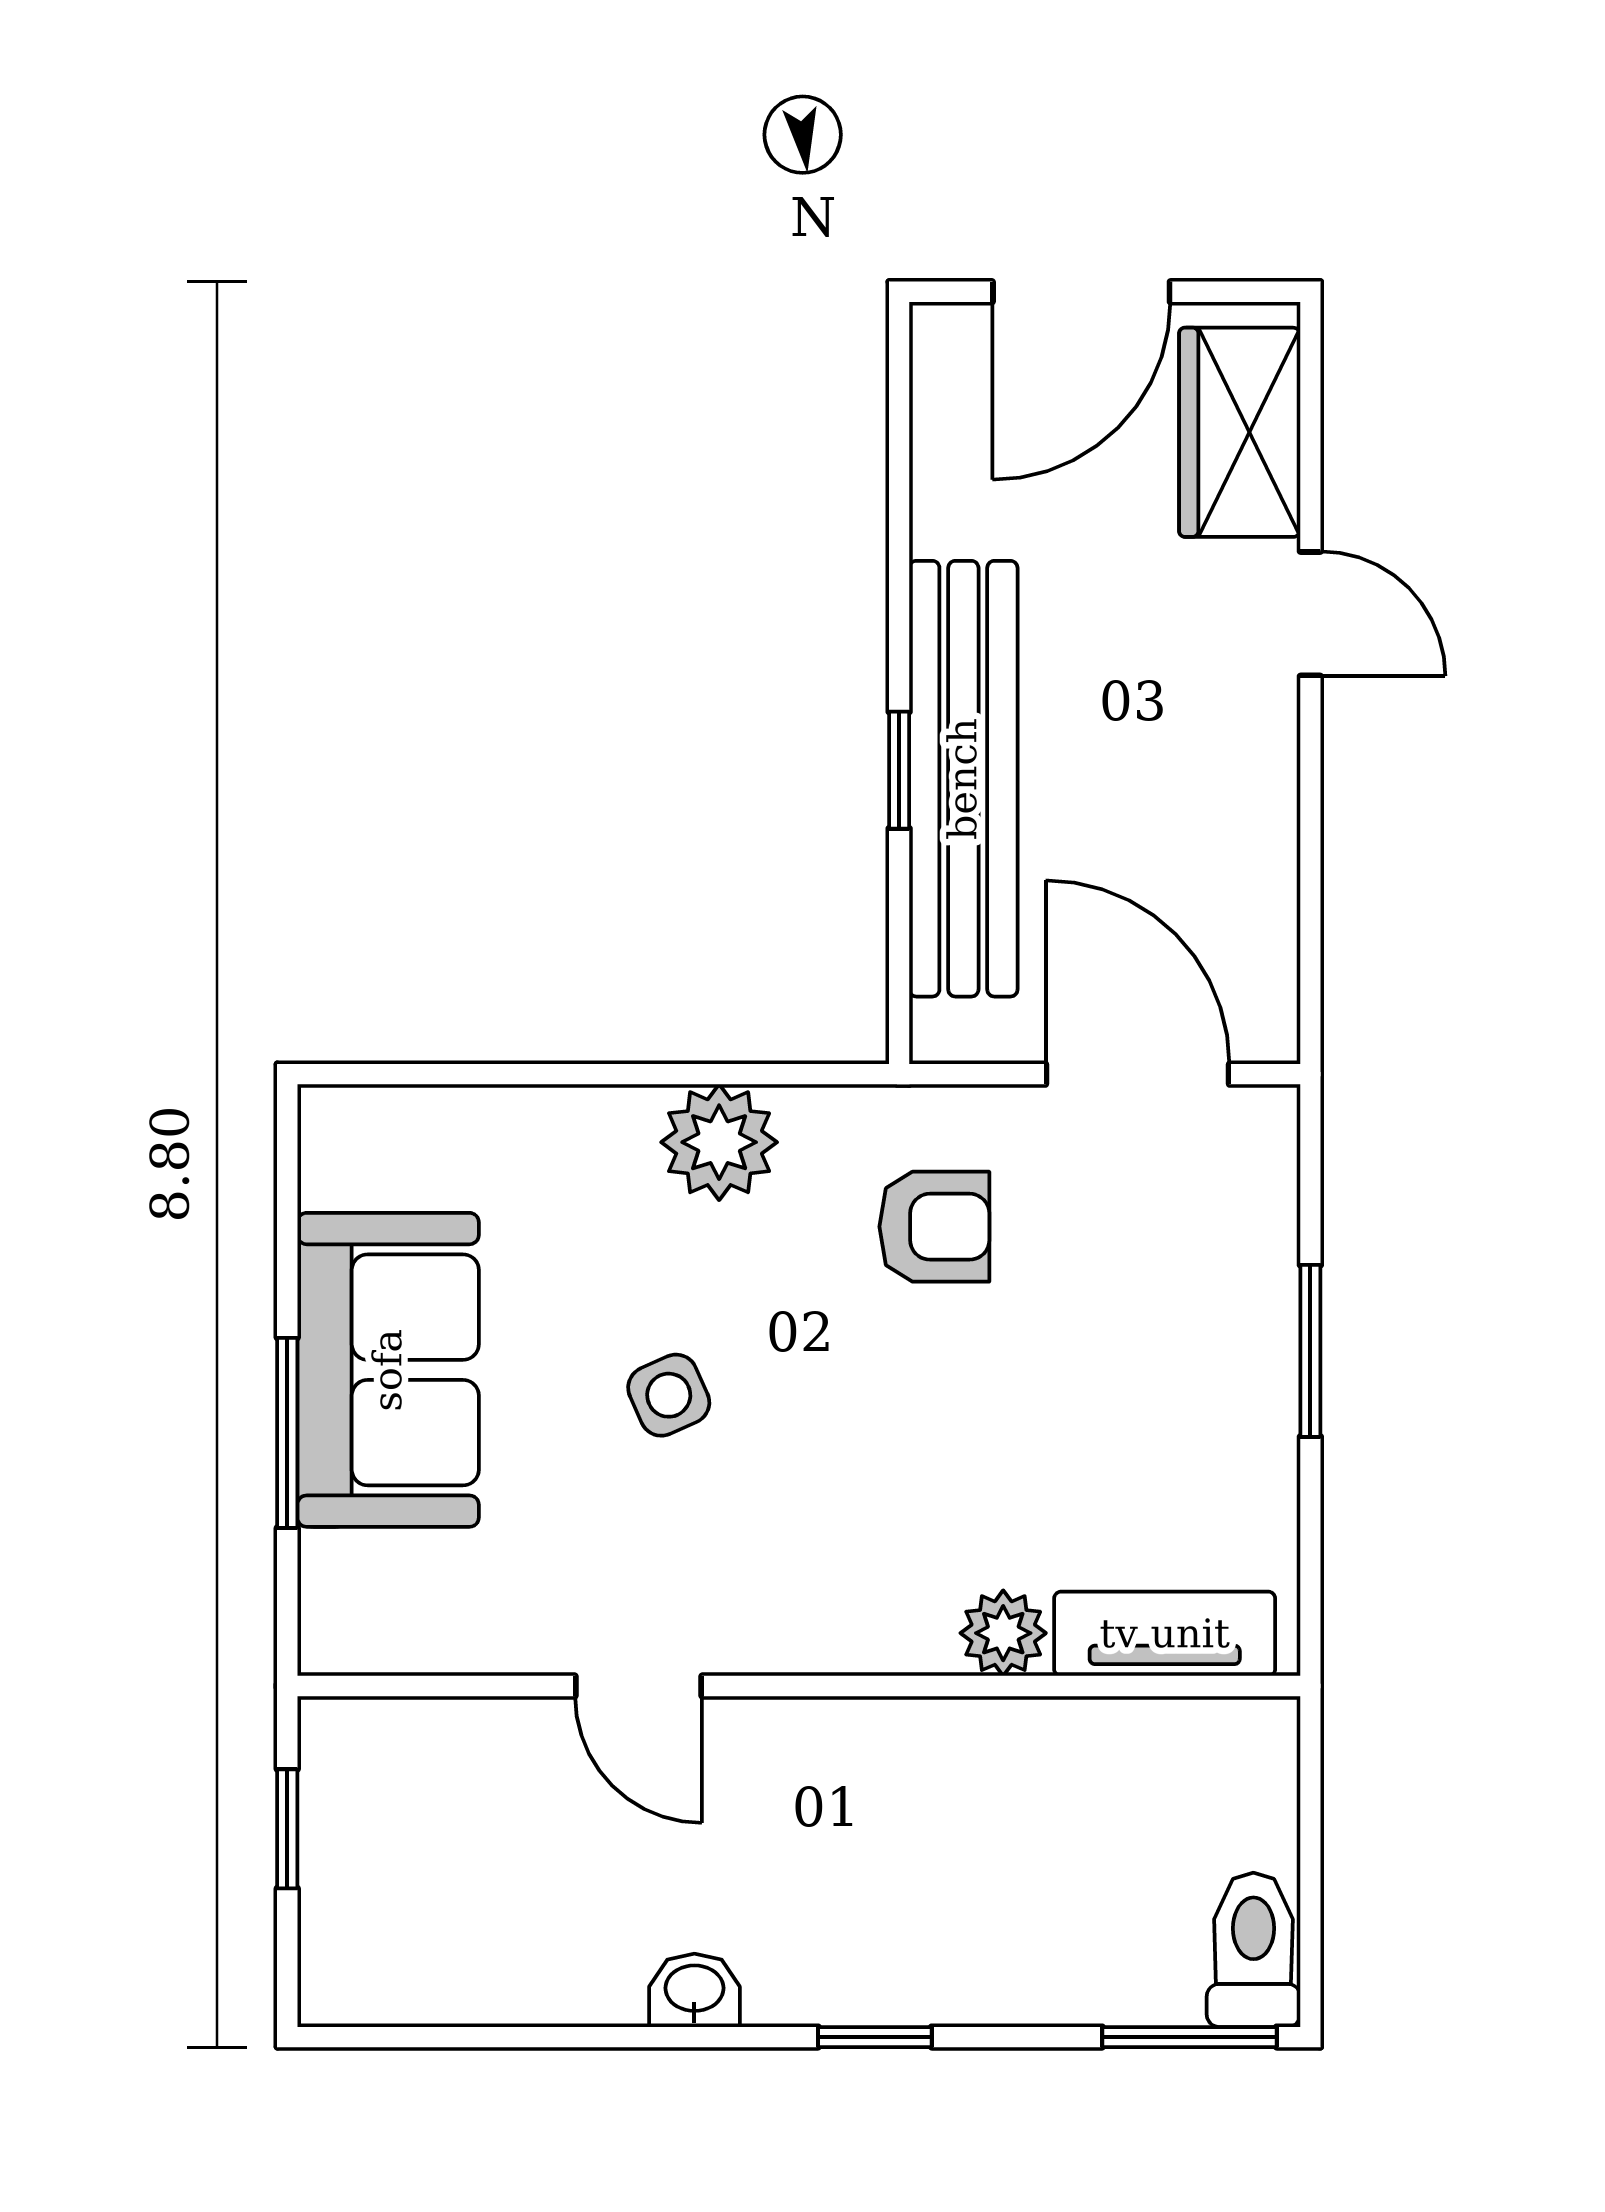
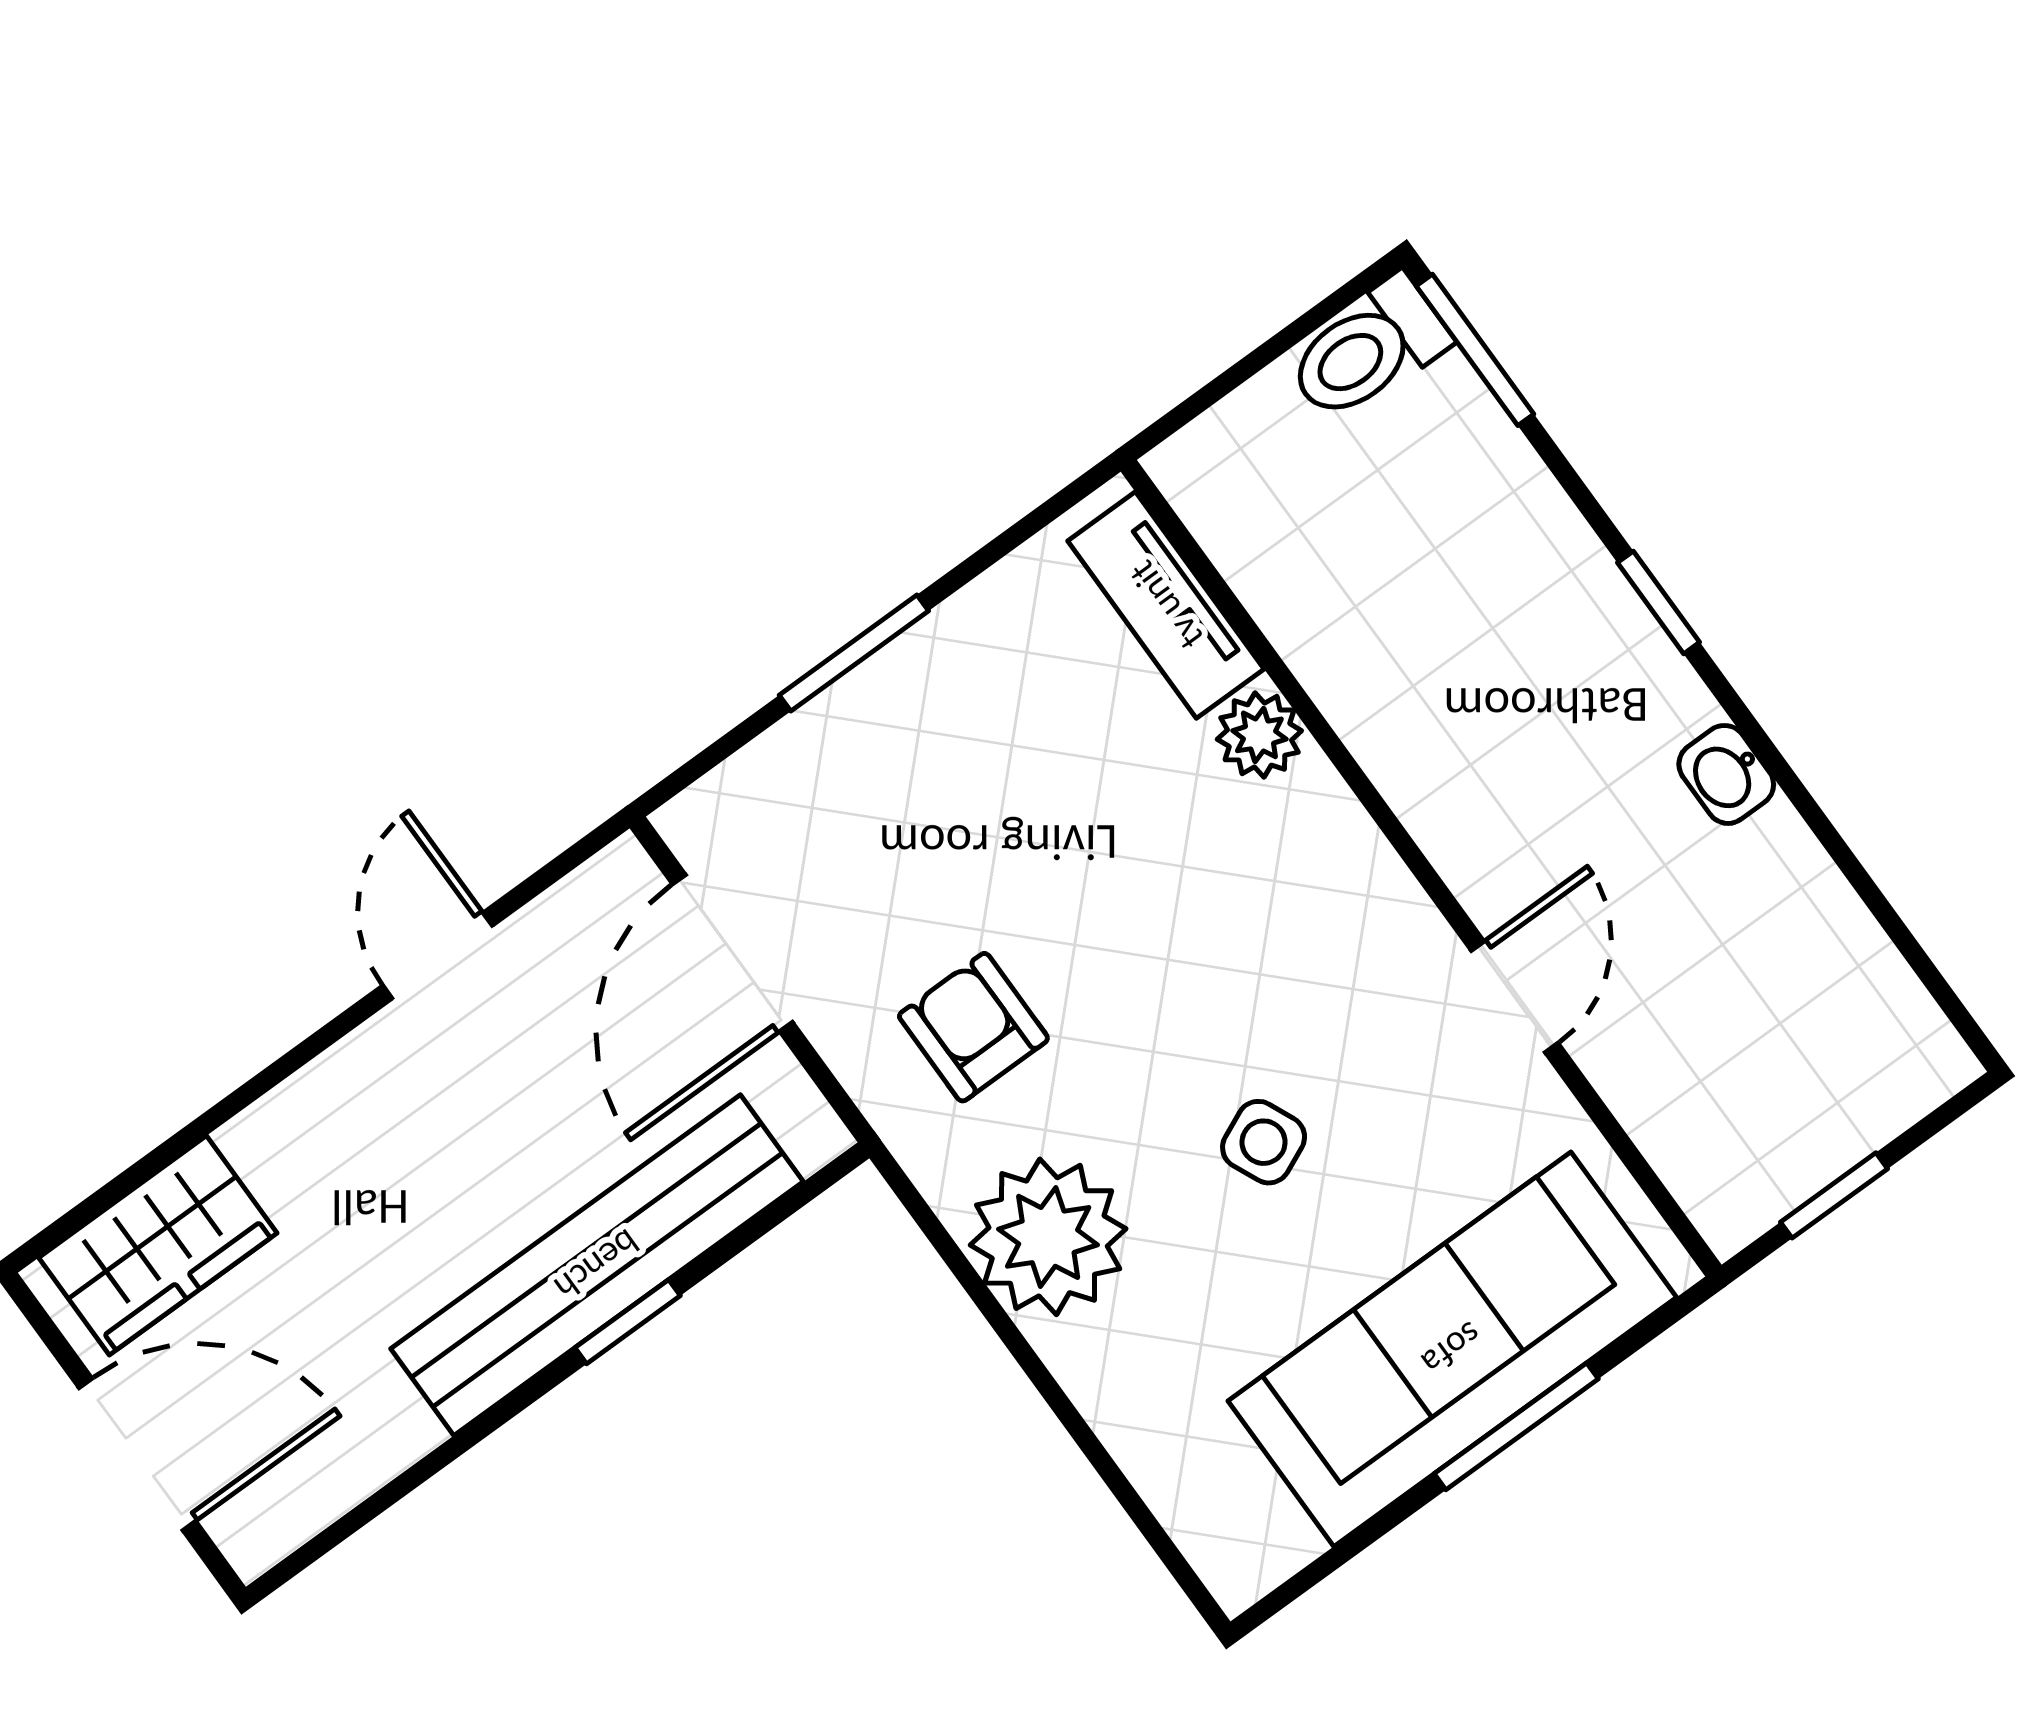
door: (1310, 614) -> (438, 956), moved
plant: (719, 1142) -> (1048, 1237), width x1.36, depth x1.36
sofa: (388, 1370) -> (1452, 1349), width x1.36

